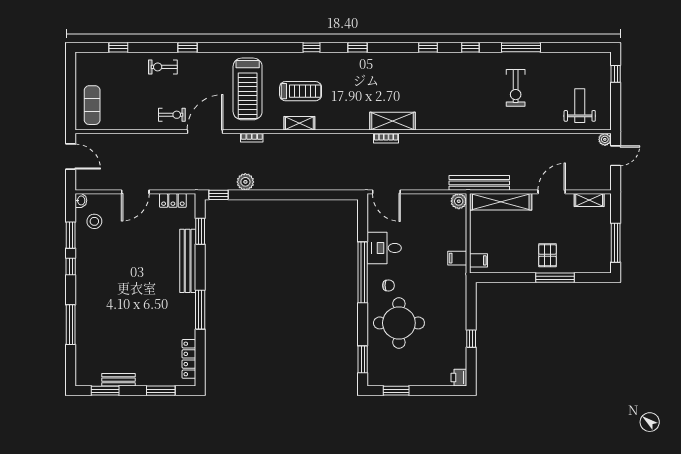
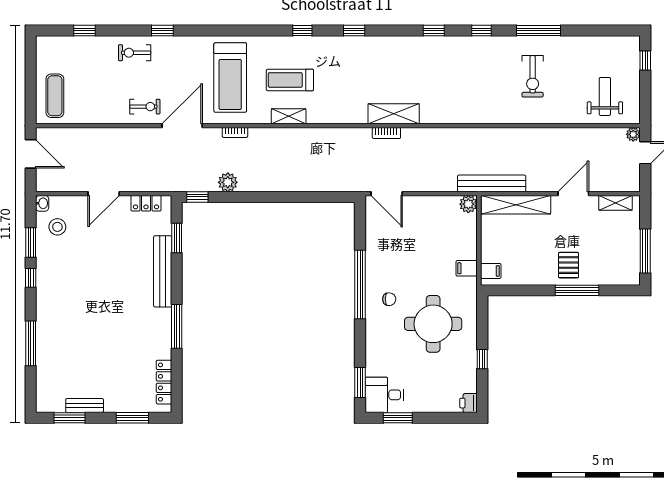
treadmill: (301, 91) -> (290, 80), turned 180
desk: (384, 248) -> (384, 395), moved
round table: (399, 323) -> (433, 324), moved

